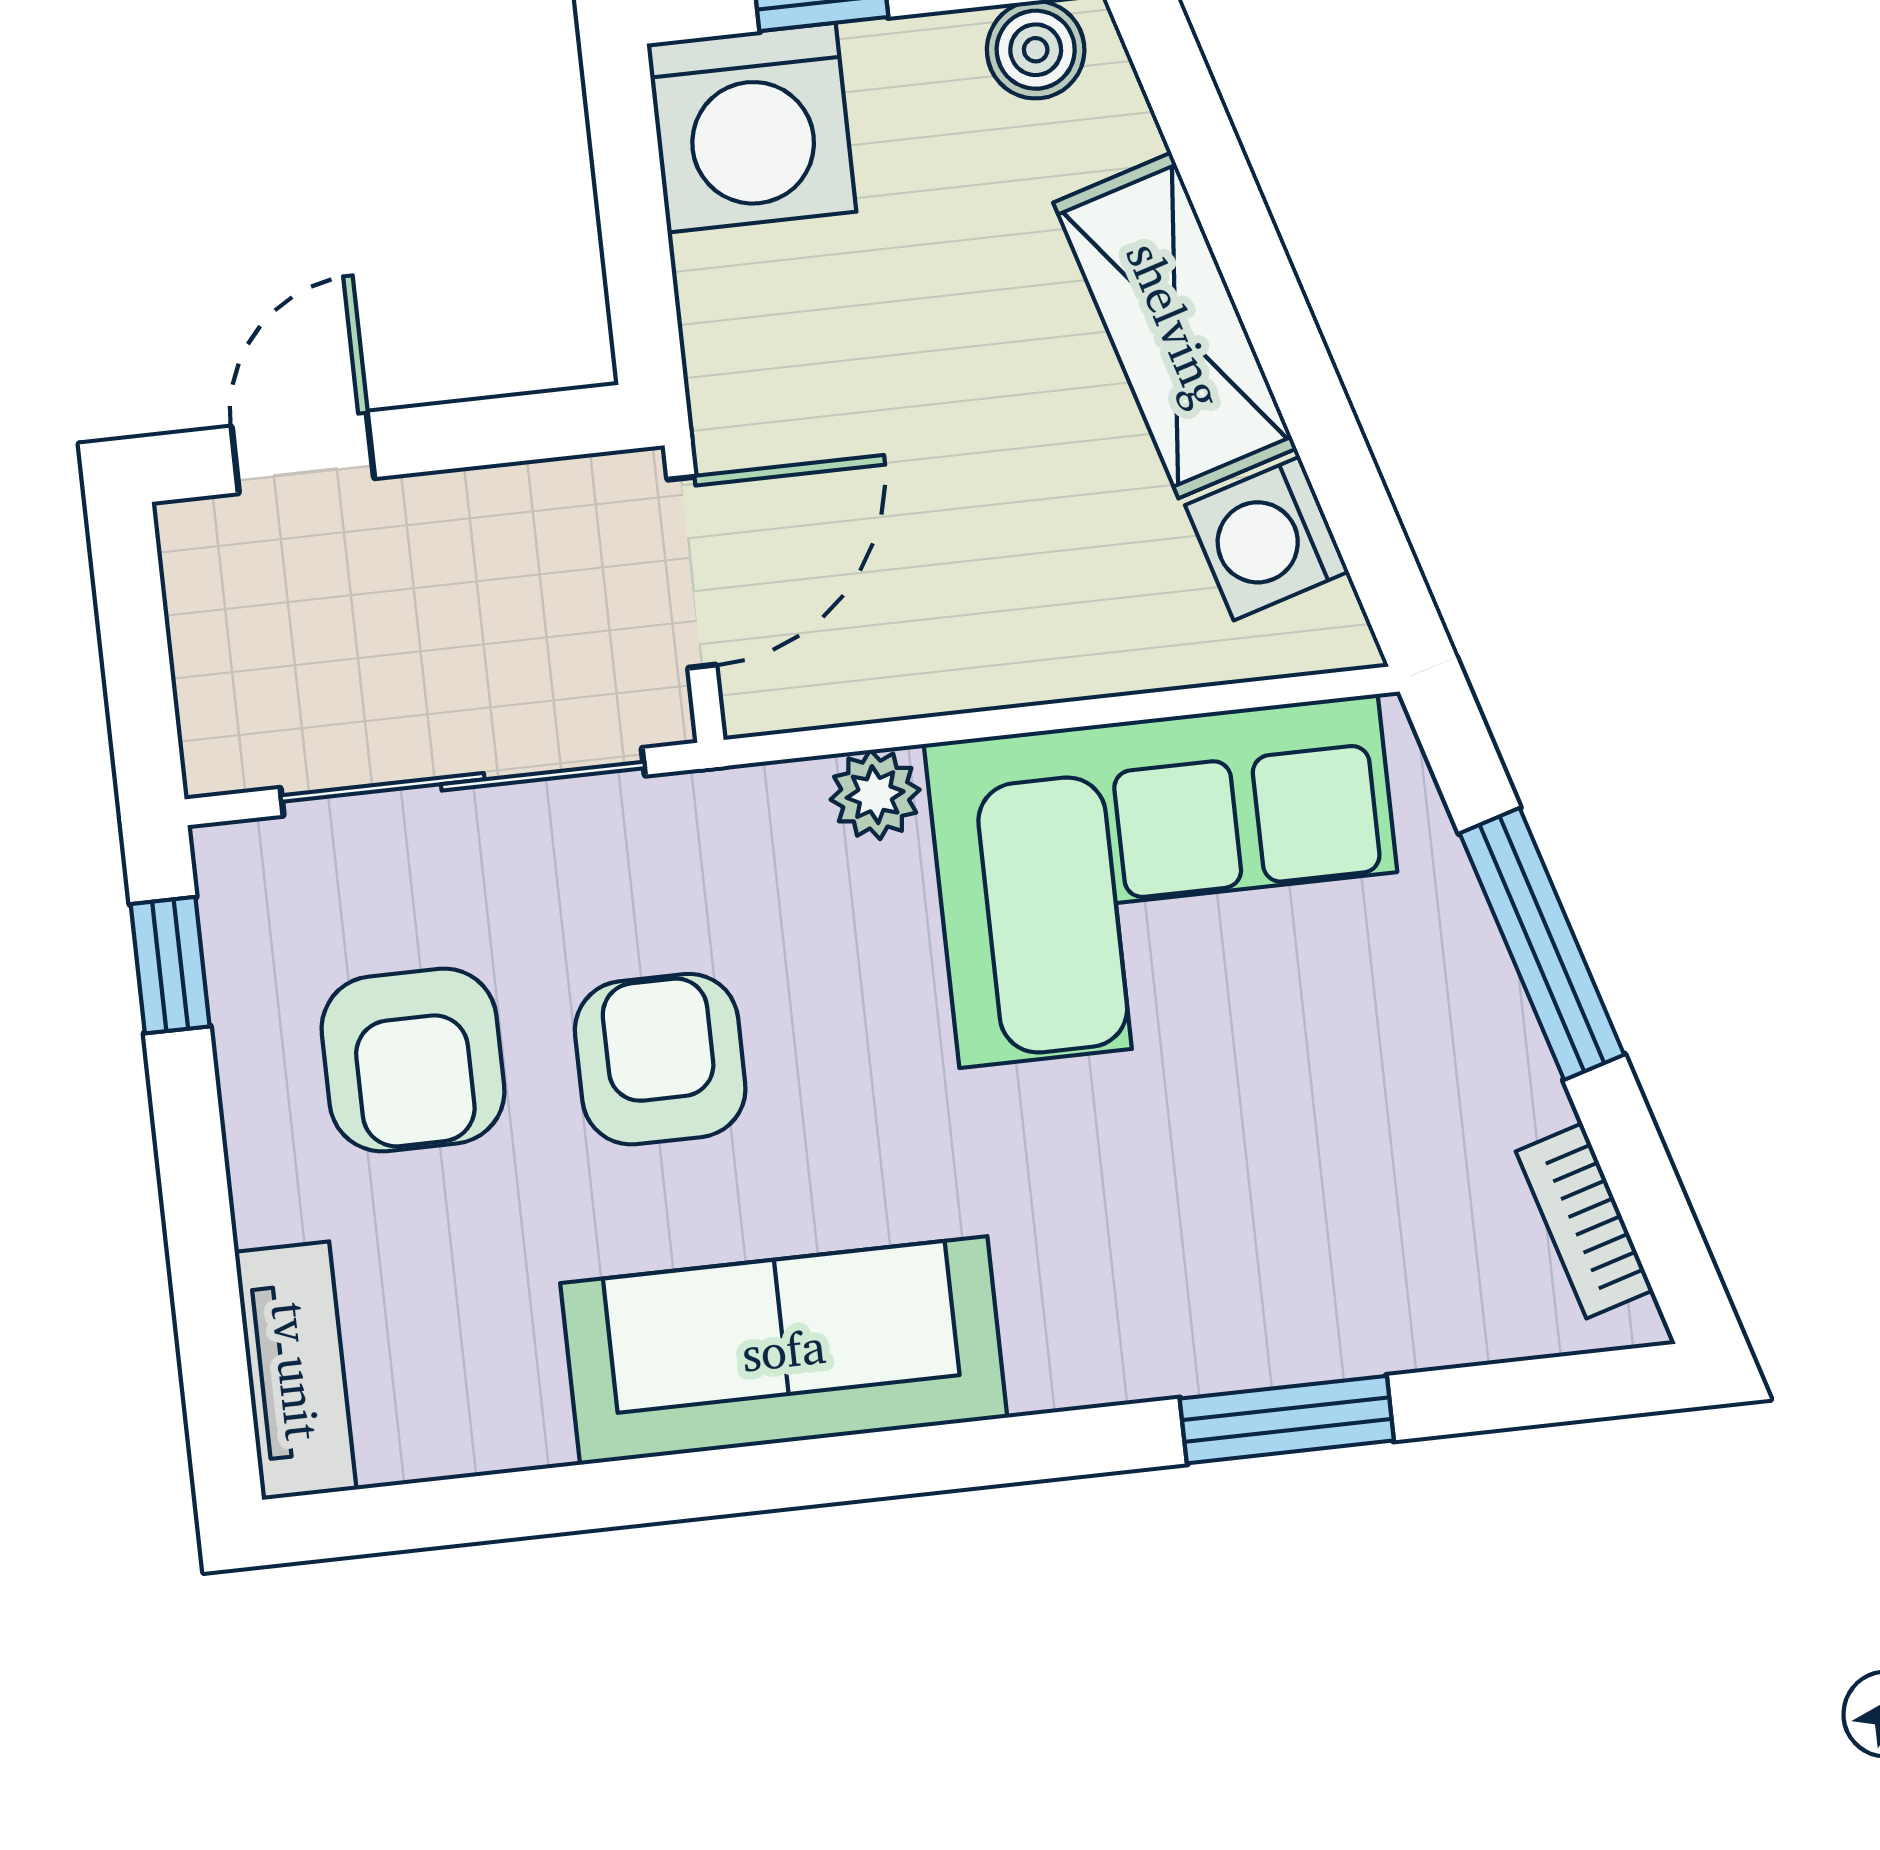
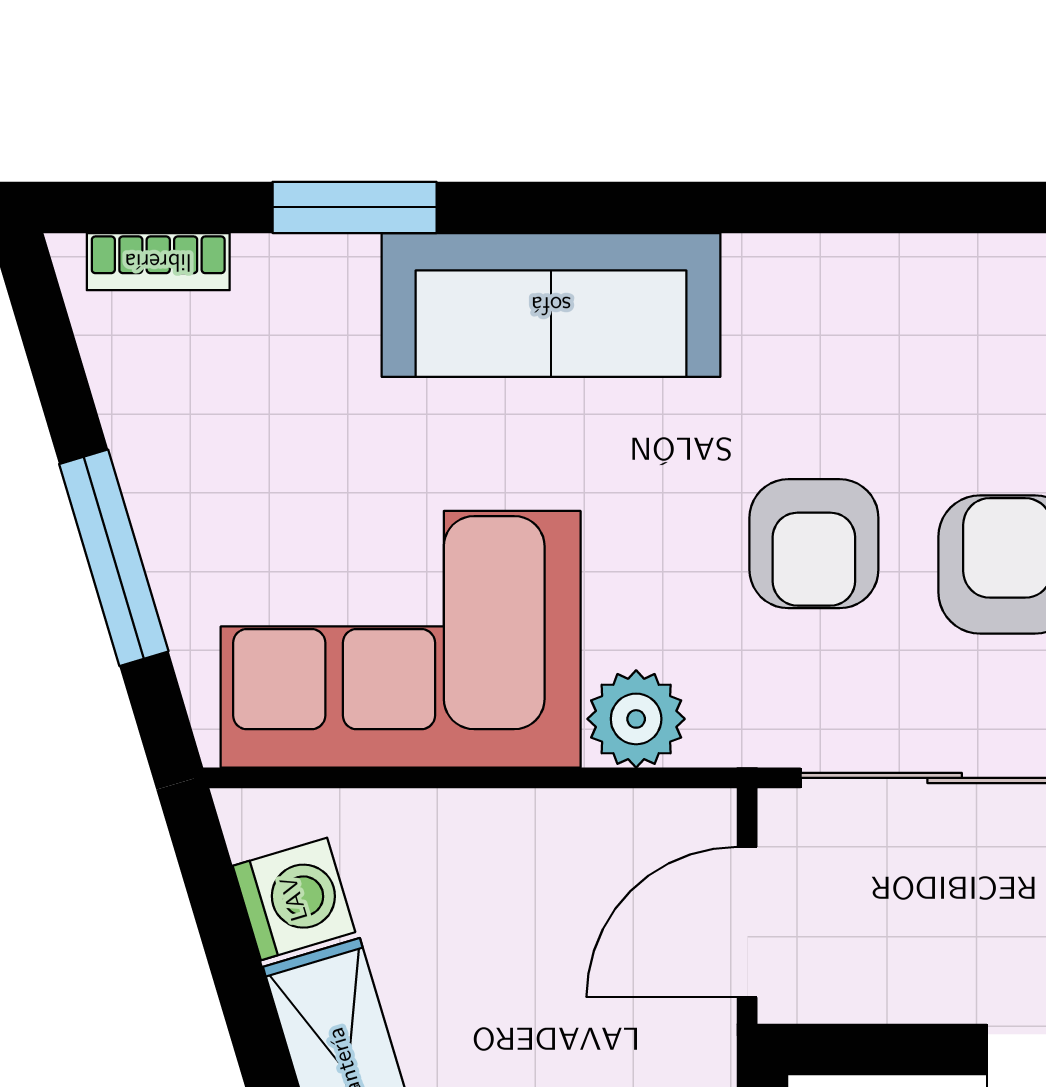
plant: (875, 795) -> (636, 719), width x1.38, depth x1.38
bookcase: (1584, 1221) -> (158, 262), moved, turned 107
sofa: (784, 1350) -> (551, 305), moved

